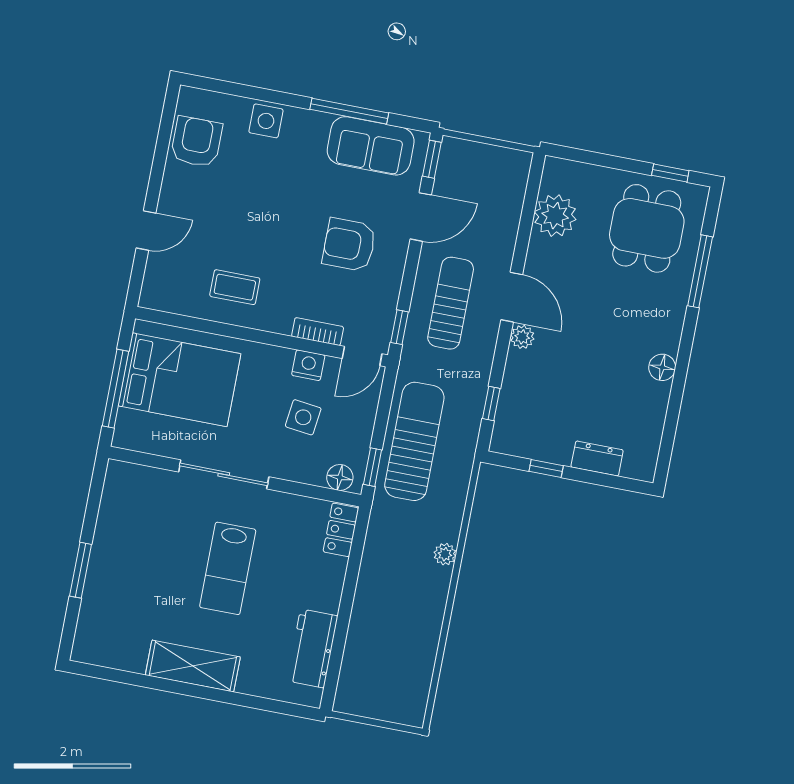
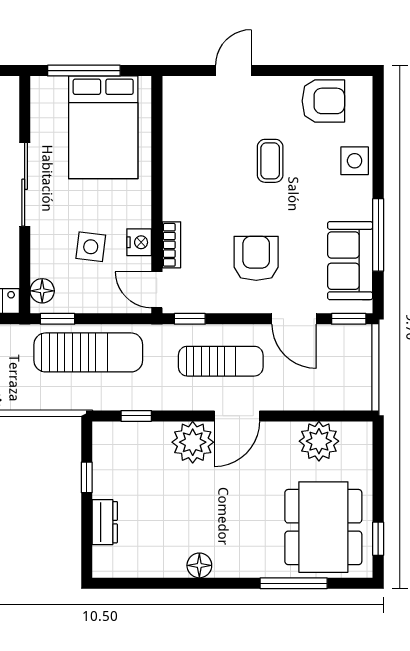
dining table: (647, 228) -> (323, 527), width x1.38
door: (146, 230) -> (233, 71), swing flipped
coffee table: (235, 287) -> (270, 161), moved
plant: (522, 337) -> (193, 442), width x1.87, depth x1.87

